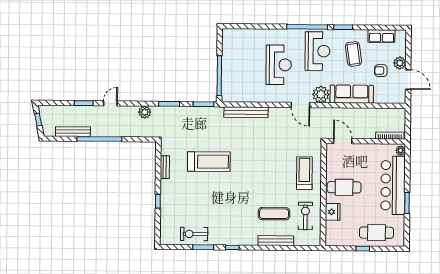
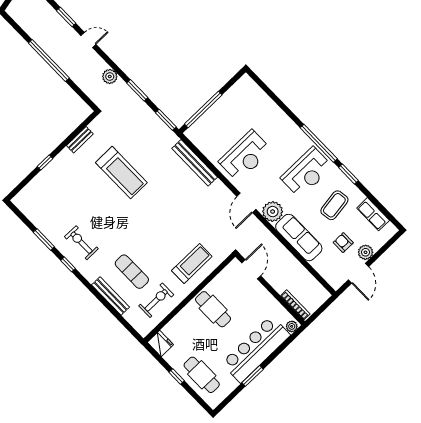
reception desk: (279, 65) -> (245, 156), moved
bench: (73, 132) -> (33, 32), removed
fridge: (333, 212) -> (160, 343), moved, turned -90
exercise bike: (194, 234) -> (81, 243), moved

